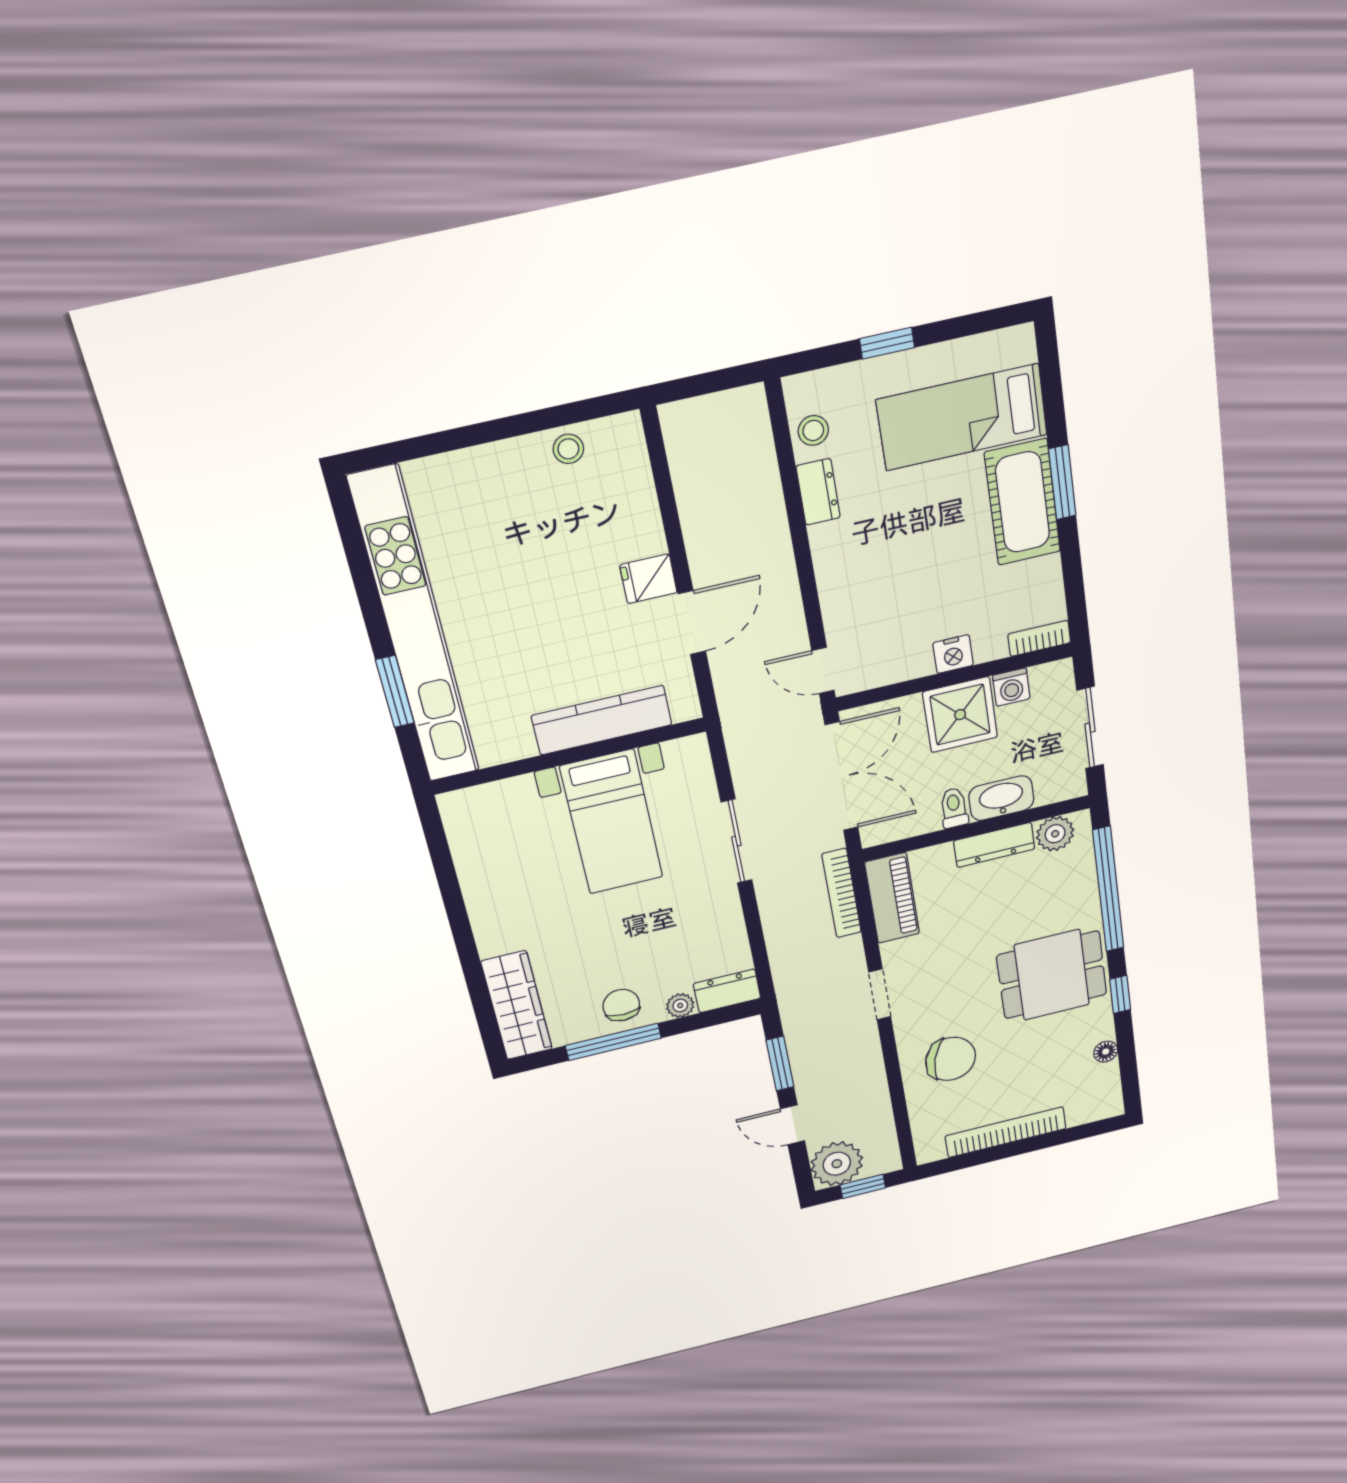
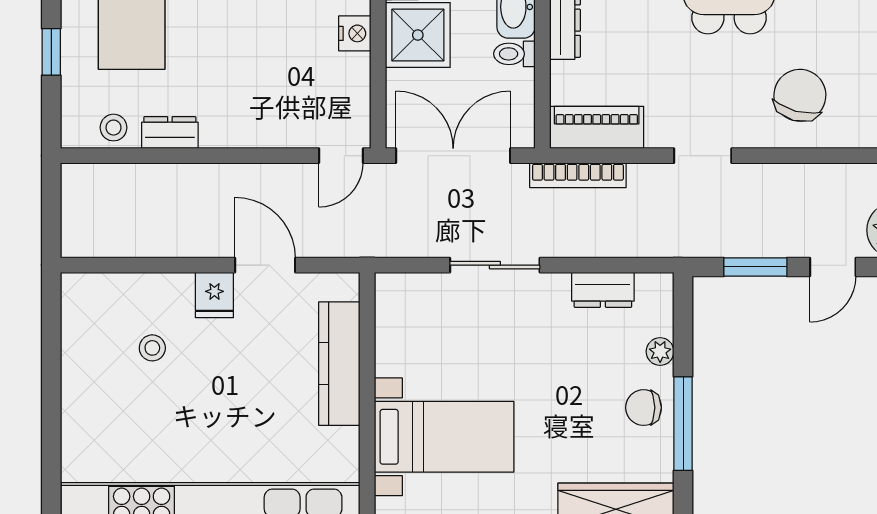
stool: (568, 449) -> (152, 348), moved
bed with nightstands: (612, 822) -> (444, 437), moved
dresser: (727, 991) -> (603, 290), moved, turned -90

